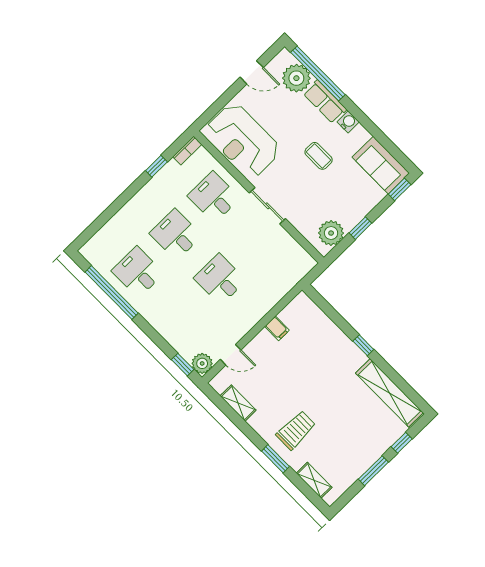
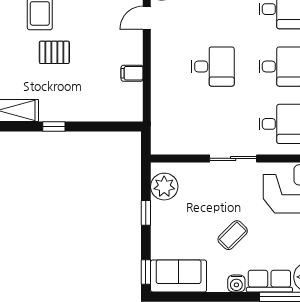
coffee table: (319, 156) -> (233, 235), turned -45
pallet: (314, 393) -> (54, 52), added

